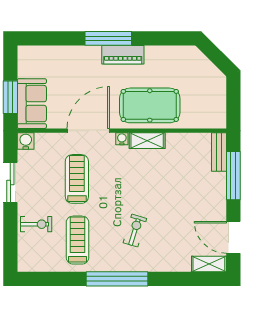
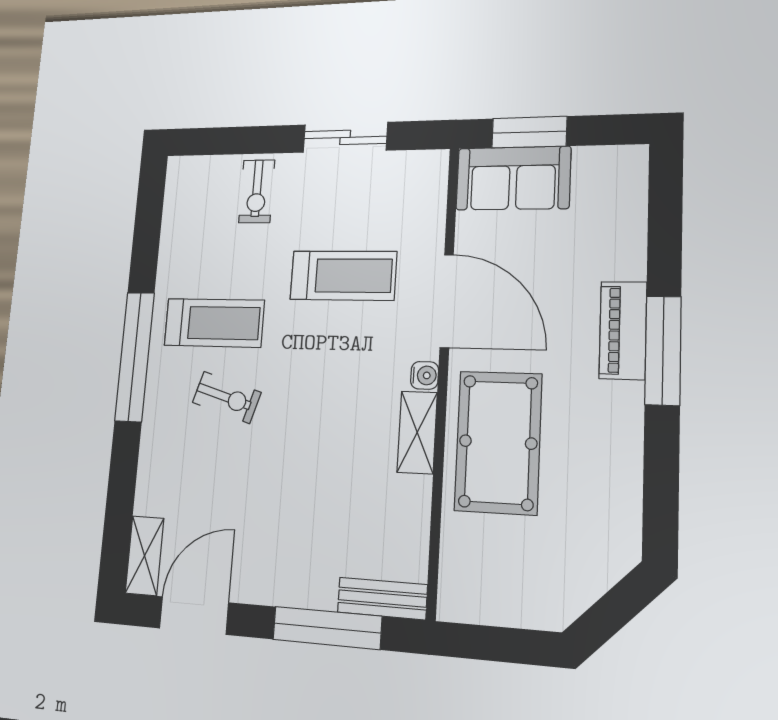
piano: (123, 55) -> (623, 330), moved
water cooler: (26, 141) -> (431, 167), removed
treadmill: (77, 240) -> (214, 323), moved

